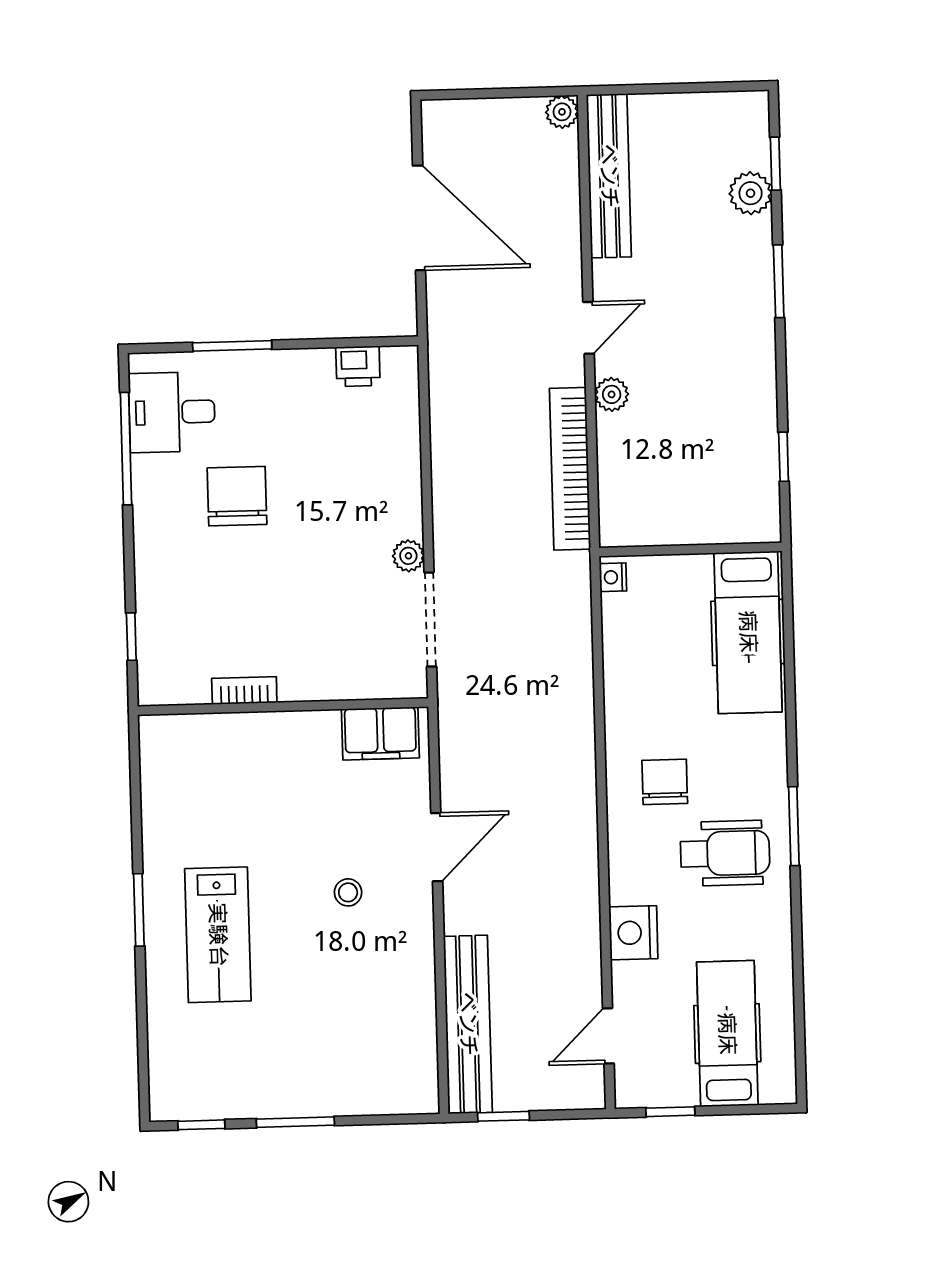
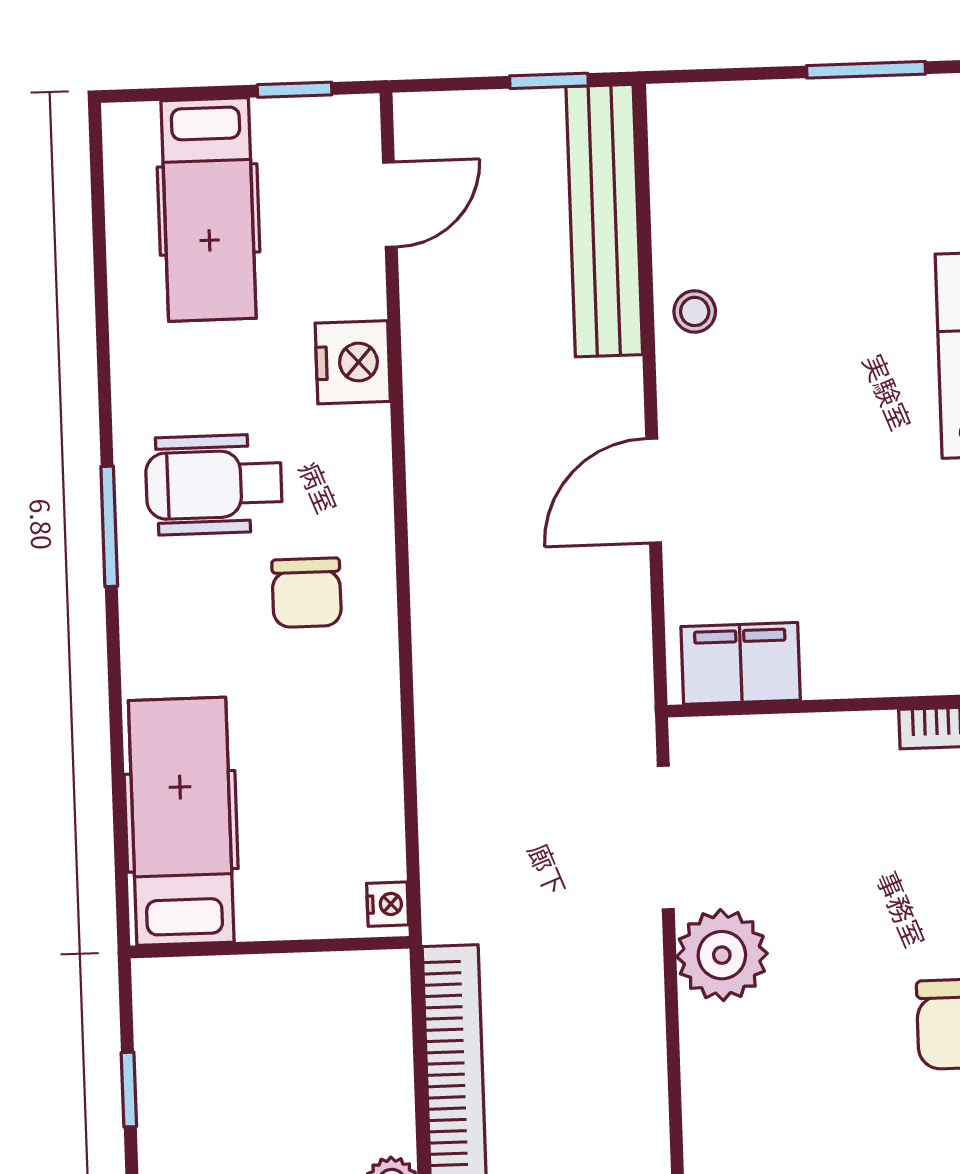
plant: (408, 556) -> (722, 955), width x1.88, depth x1.88
stool: (348, 892) -> (695, 311), moved

